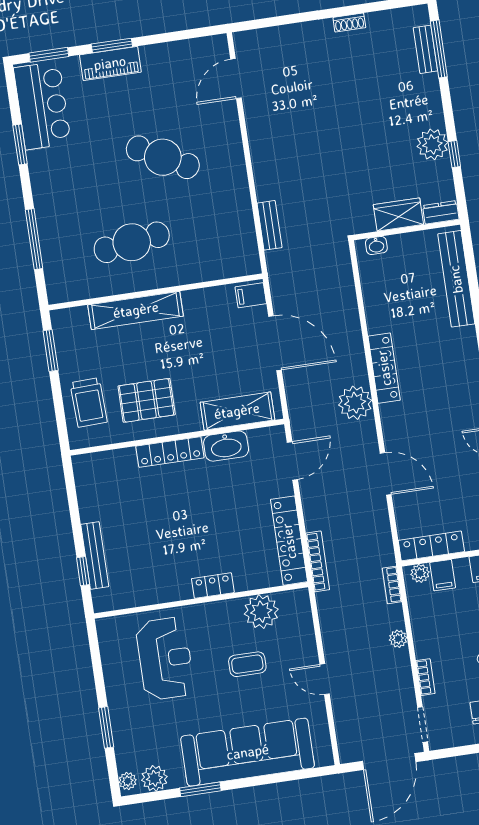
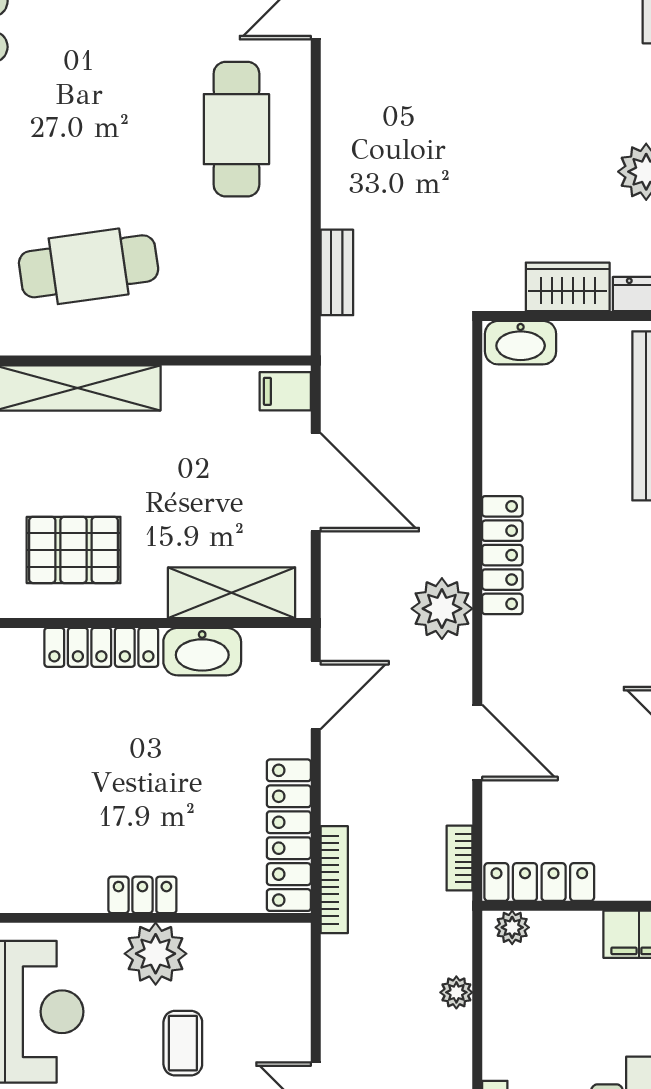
cafe table: (163, 157) -> (236, 129), moved, turned 62
washbasin: (376, 245) -> (521, 343), width x1.91, depth x1.45
filing cabinet: (443, 575) -> (552, 937), removed
bookcase: (392, 585) -> (459, 858), moved
plant: (261, 612) -> (156, 954), moved
plant: (398, 639) -> (456, 992), moved
coffee table: (247, 664) -> (183, 1043), turned 90

